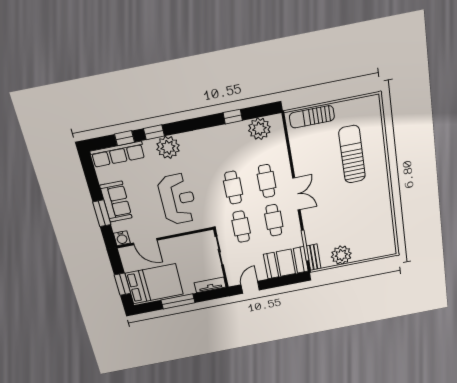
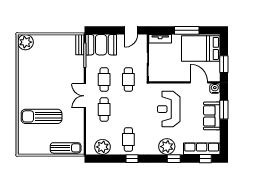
window: (233, 117) -> (132, 159), moved
window: (124, 138) -> (205, 159), moved
sun lounger: (352, 154) -> (42, 116), turned 90
cafe table: (233, 188) -> (128, 139), moved
plant: (341, 255) -> (25, 42), moved
window: (122, 284) -> (224, 64), moved

